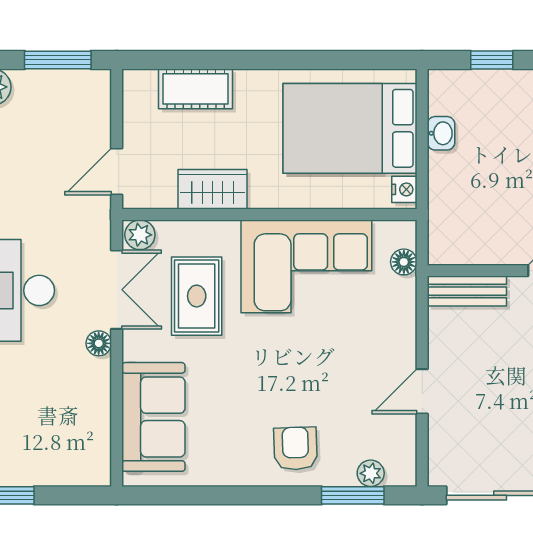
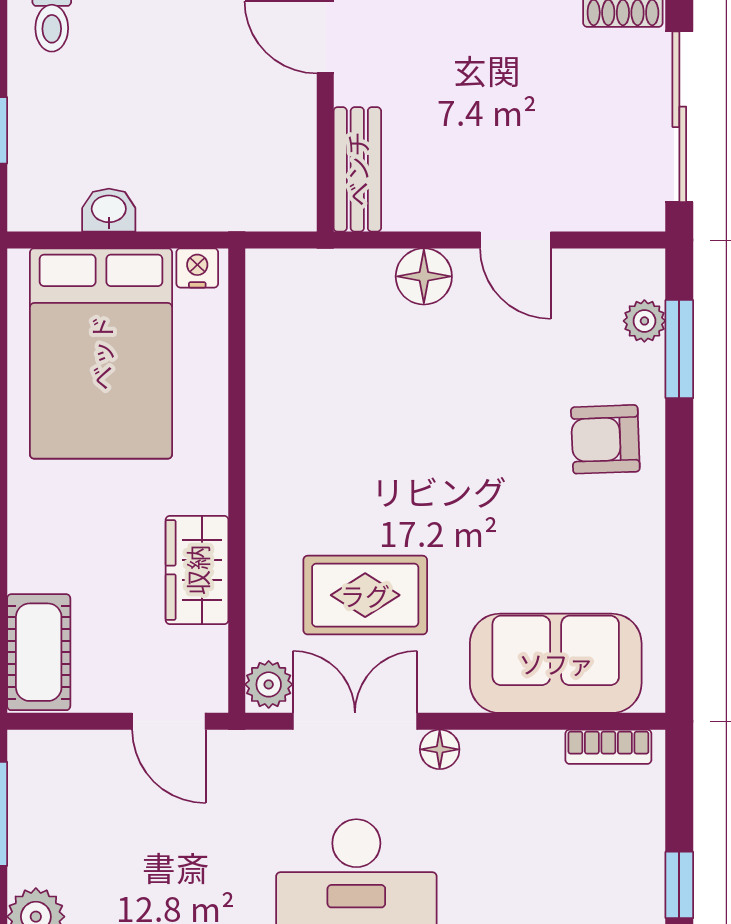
cot: (195, 89) -> (39, 652), moved
floor lamp: (404, 262) -> (424, 276), moved, width x1.37, depth x1.37
corner sofa: (306, 266) -> (318, 422), removed
bookcase: (100, 450) -> (608, 747), added

